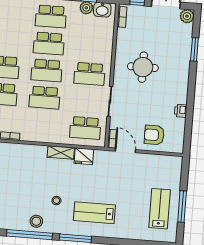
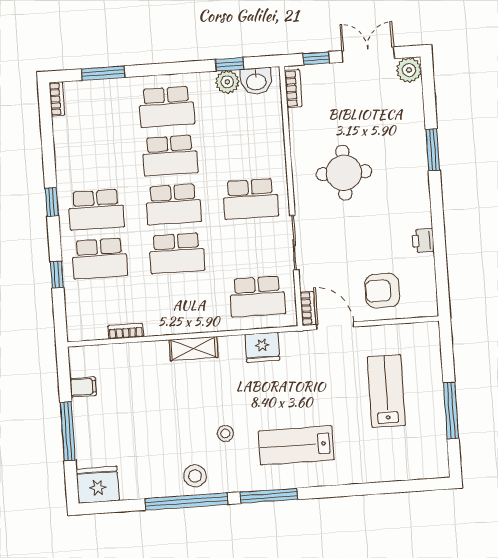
window: (194, 49) -> (433, 150), moved
shelving: (61, 152) -> (193, 349), moved
lab bench: (160, 209) -> (386, 391), moved

